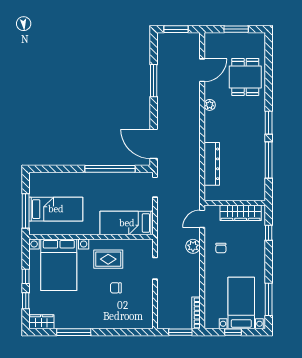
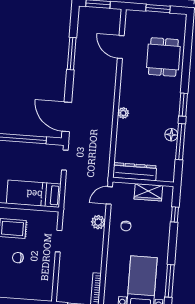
door: (202, 70) -> (121, 47), swing flipped
plant: (210, 105) -> (123, 113), moved
floor lamp: (259, 154) -> (171, 135), added
dresser: (212, 164) -> (135, 172), moved, turned -90
wardrobe: (241, 213) -> (148, 192), width x0.67

